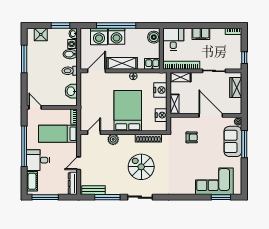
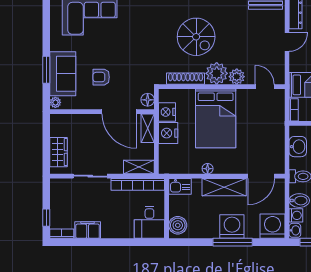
window: (116, 25) -> (233, 242), width x0.68
filing cabinet: (201, 34) -> (88, 230), moved
washing machine: (99, 36) -> (272, 226), moved
window: (244, 58) -> (46, 218), moved
nightstand: (160, 90) -> (168, 133), moved
door: (211, 115) -> (119, 112), moved
floor lamp: (175, 123) -> (148, 100), added
door: (94, 133) -> (265, 87), swing flipped
armchair: (192, 137) -> (101, 77), moved
plant: (127, 142) -> (217, 73), added
window: (244, 144) -> (46, 70), width x0.69

